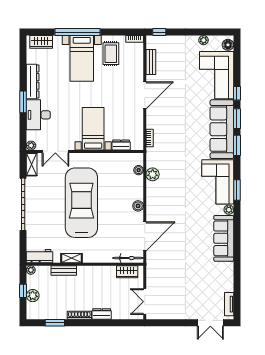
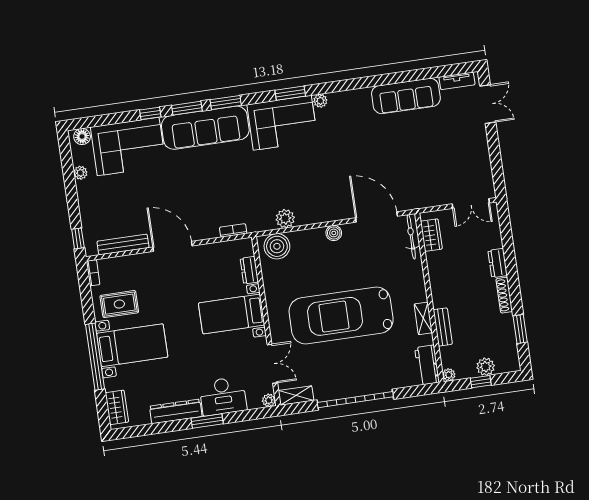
bench: (151, 62) -> (123, 244), width x1.36
boiler: (139, 170) -> (277, 246), width x1.86, depth x1.86
sofa: (224, 238) -> (406, 96), moved

